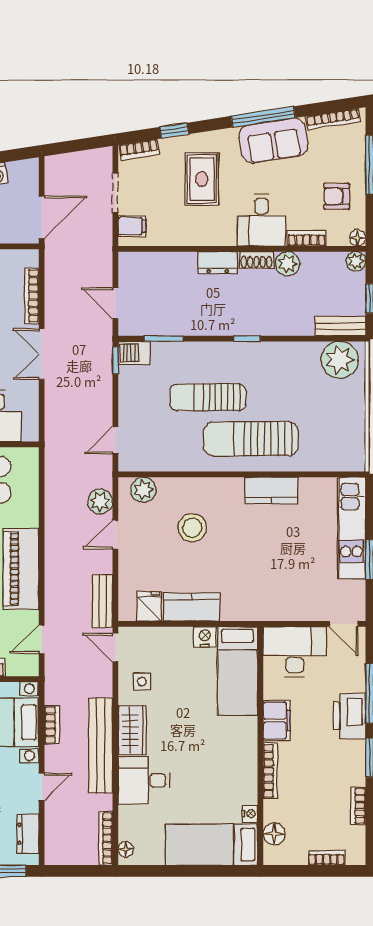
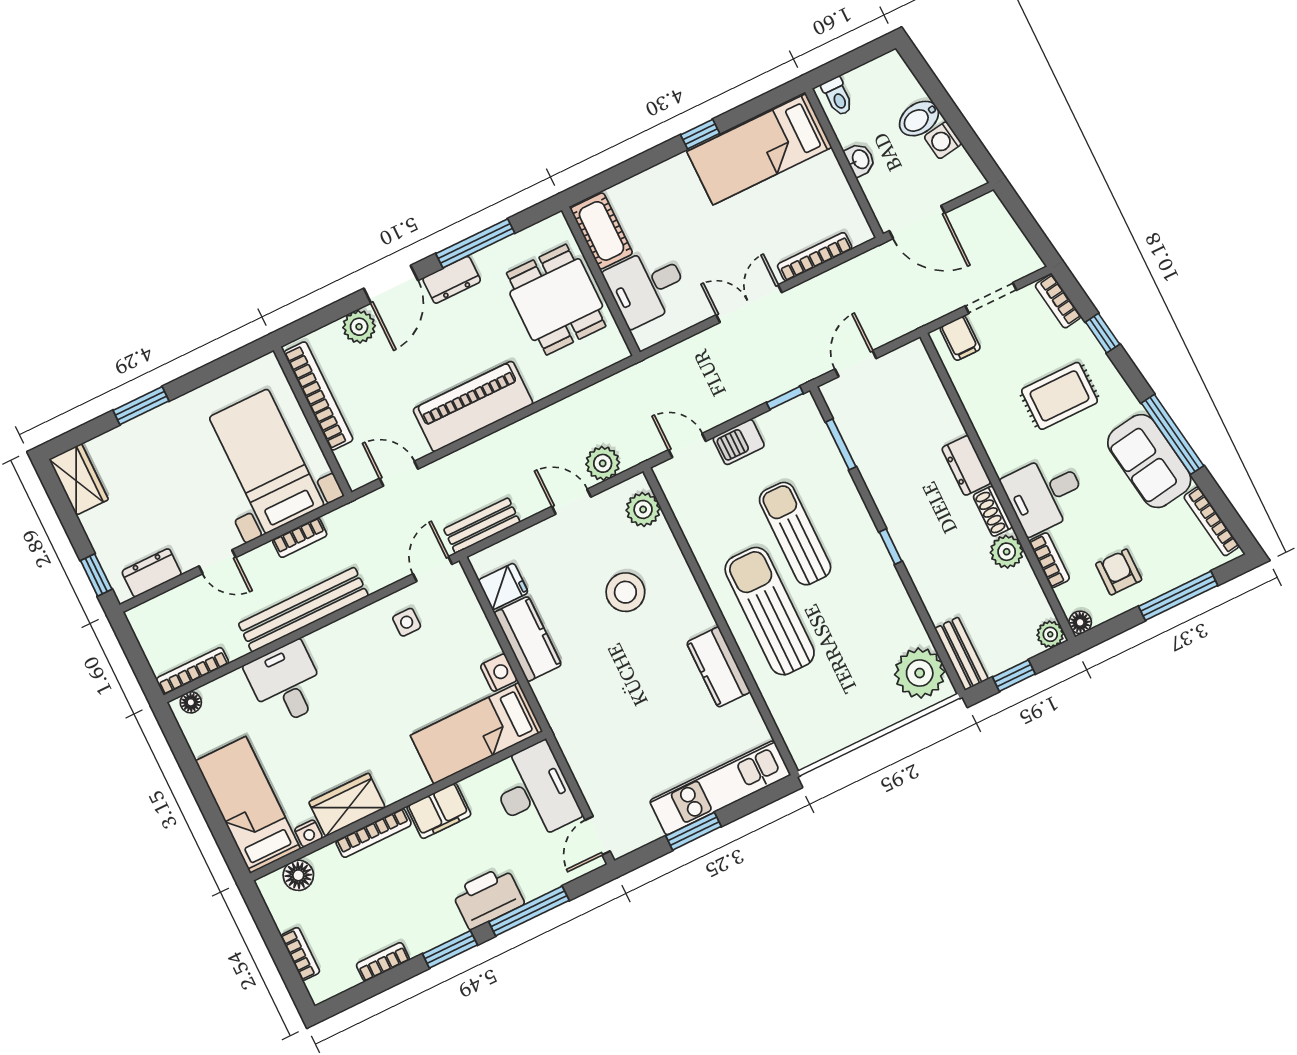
barbecue: (134, 353) -> (739, 442), moved, turned -90
wardrobe: (132, 730) -> (347, 805), moved, turned 180

